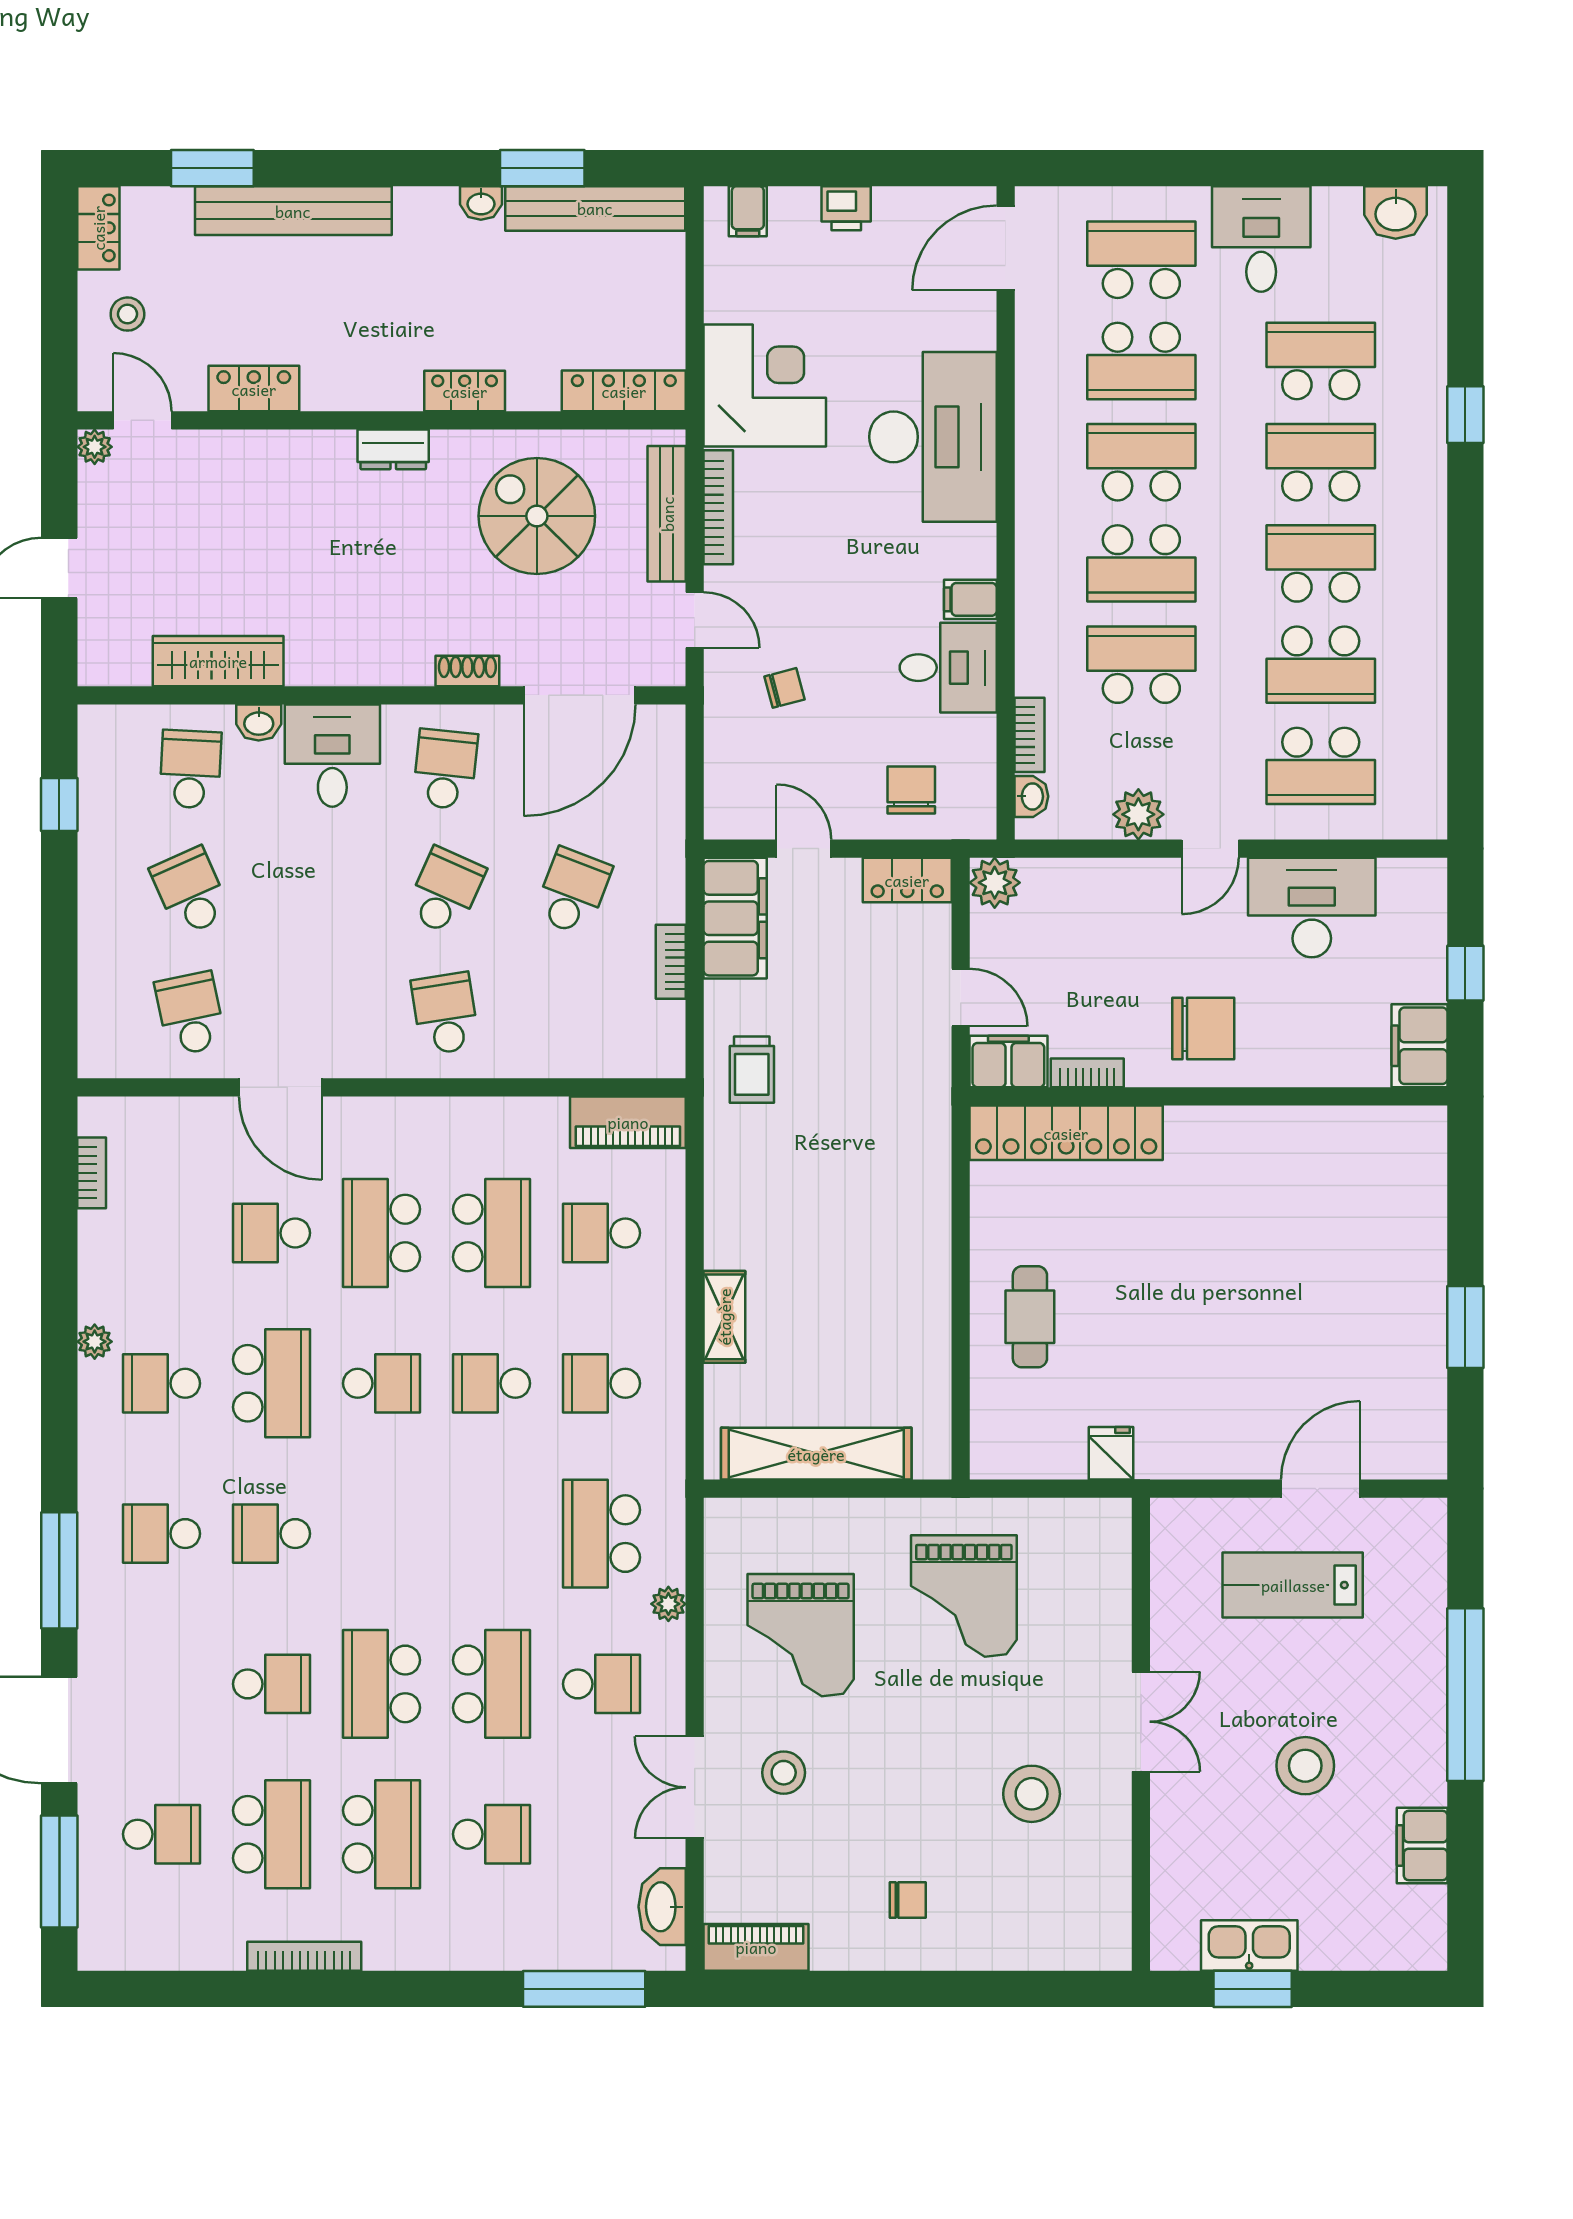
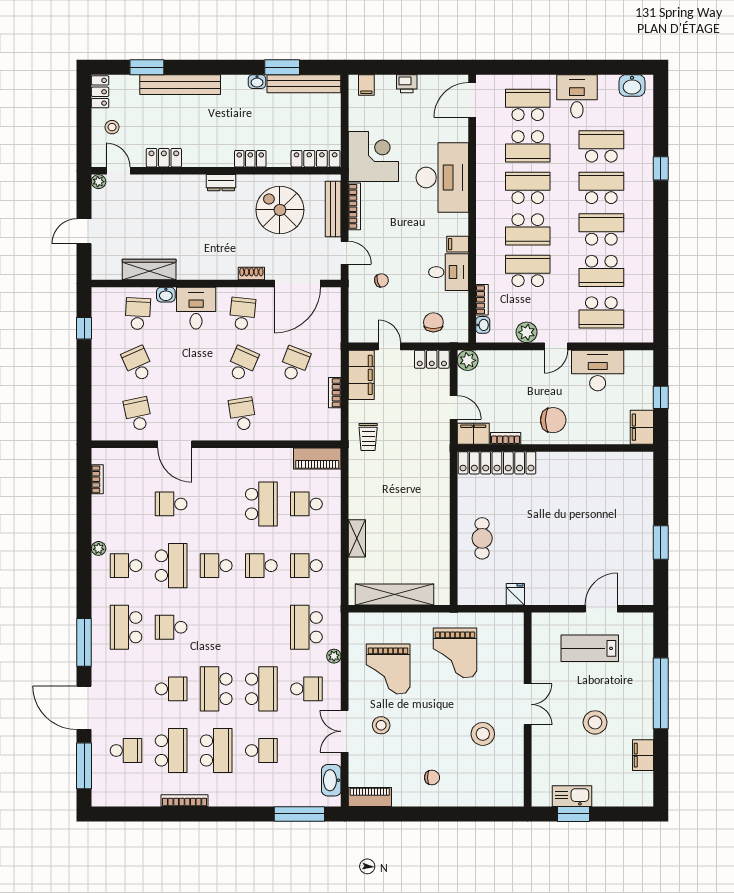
school desk: (381, 1233) -> (216, 504), removed
school desk: (381, 1383) -> (216, 566), turned 180
school desk: (161, 1534) -> (126, 627), width x1.85

